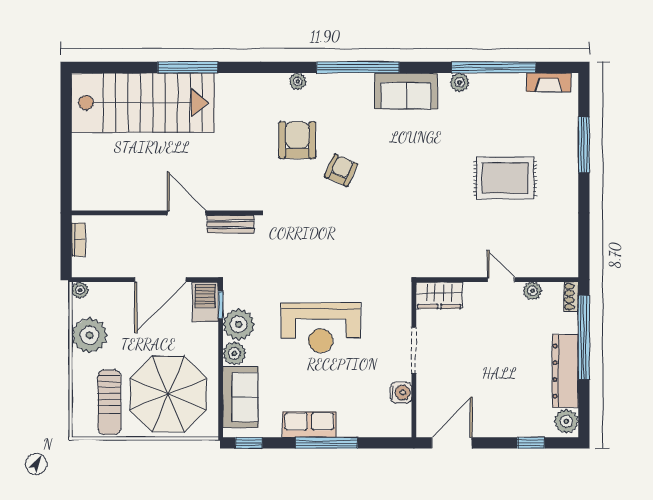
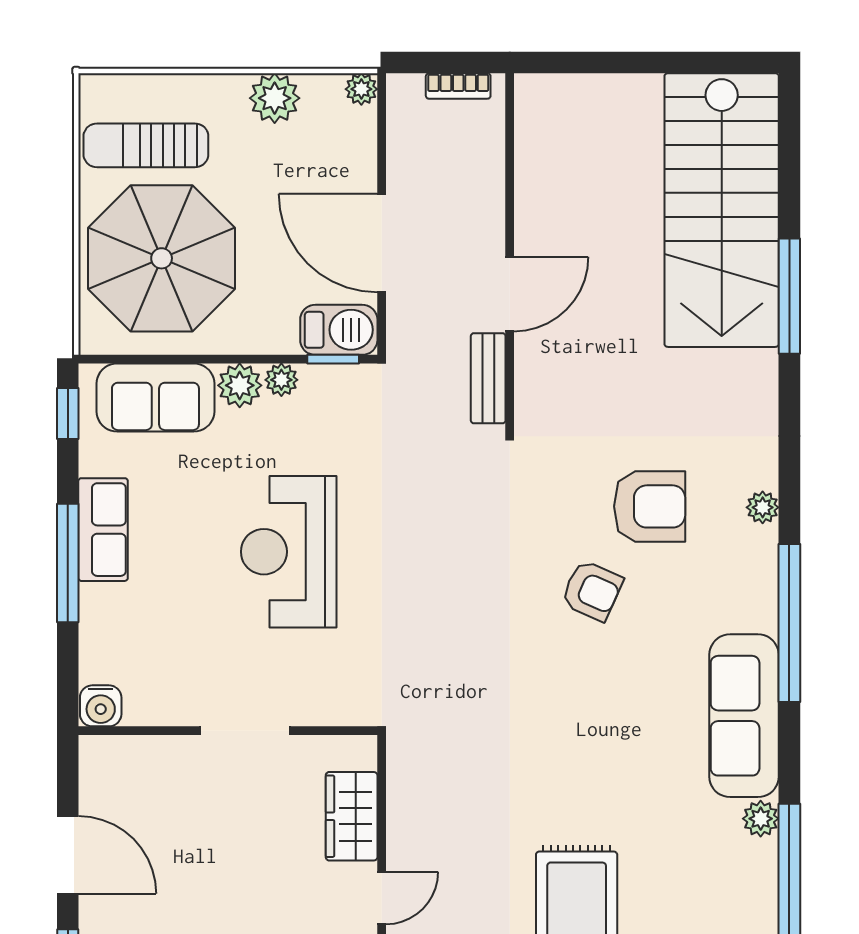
sofa: (406, 91) -> (744, 716), width x1.36
wardrobe: (439, 295) -> (352, 816), moved
plant: (239, 324) -> (281, 380), width x0.53, depth x0.53
plant: (89, 335) -> (275, 98), width x0.73, depth x0.73
water cooler: (401, 393) -> (101, 706), moved
door: (452, 443) -> (68, 855), moved

